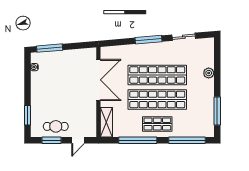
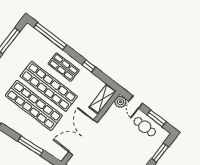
window: (148, 40) -> (31, 146), moved
plant: (90, 131) -> (121, 102), added
door: (78, 140) -> (136, 102), swing flipped
window: (138, 140) -> (89, 66), width x0.32

